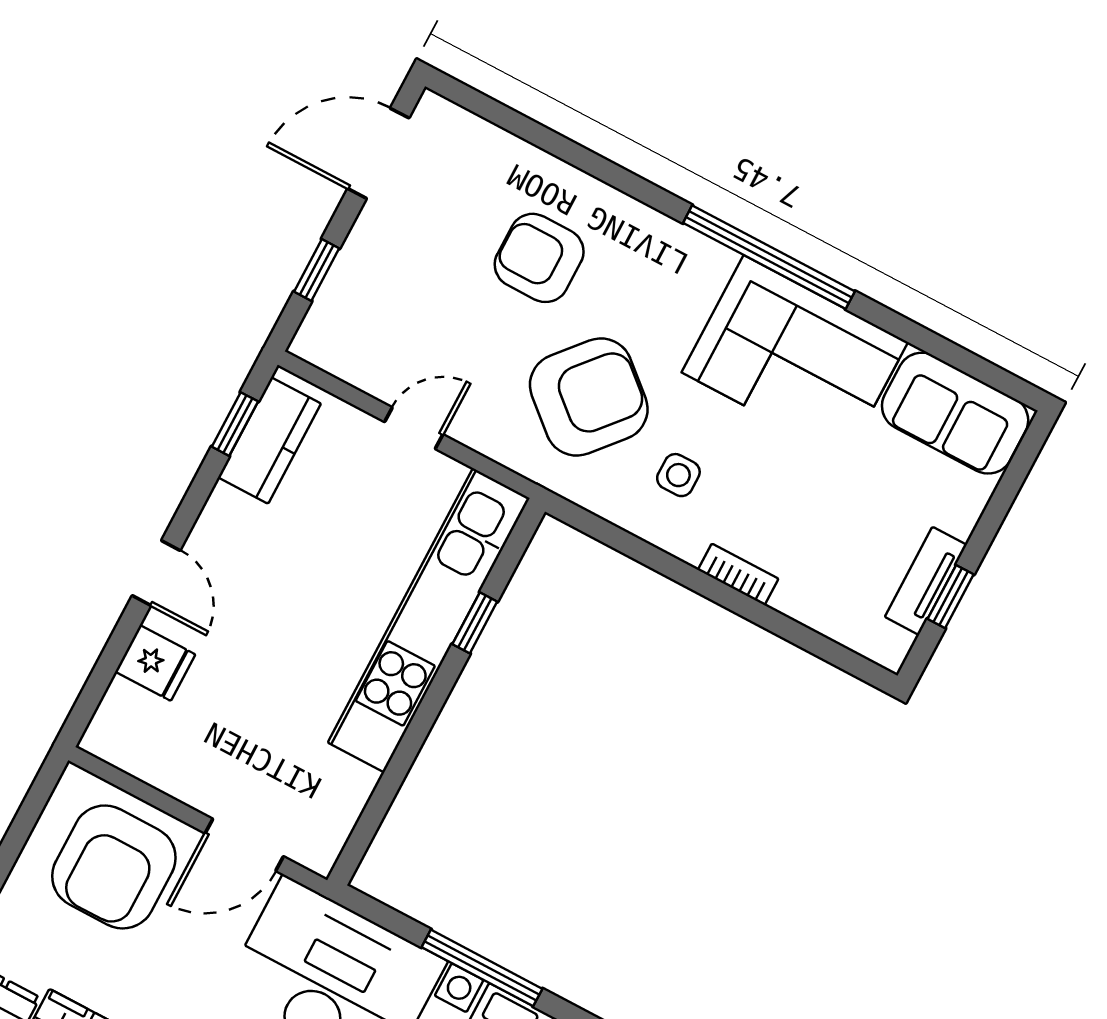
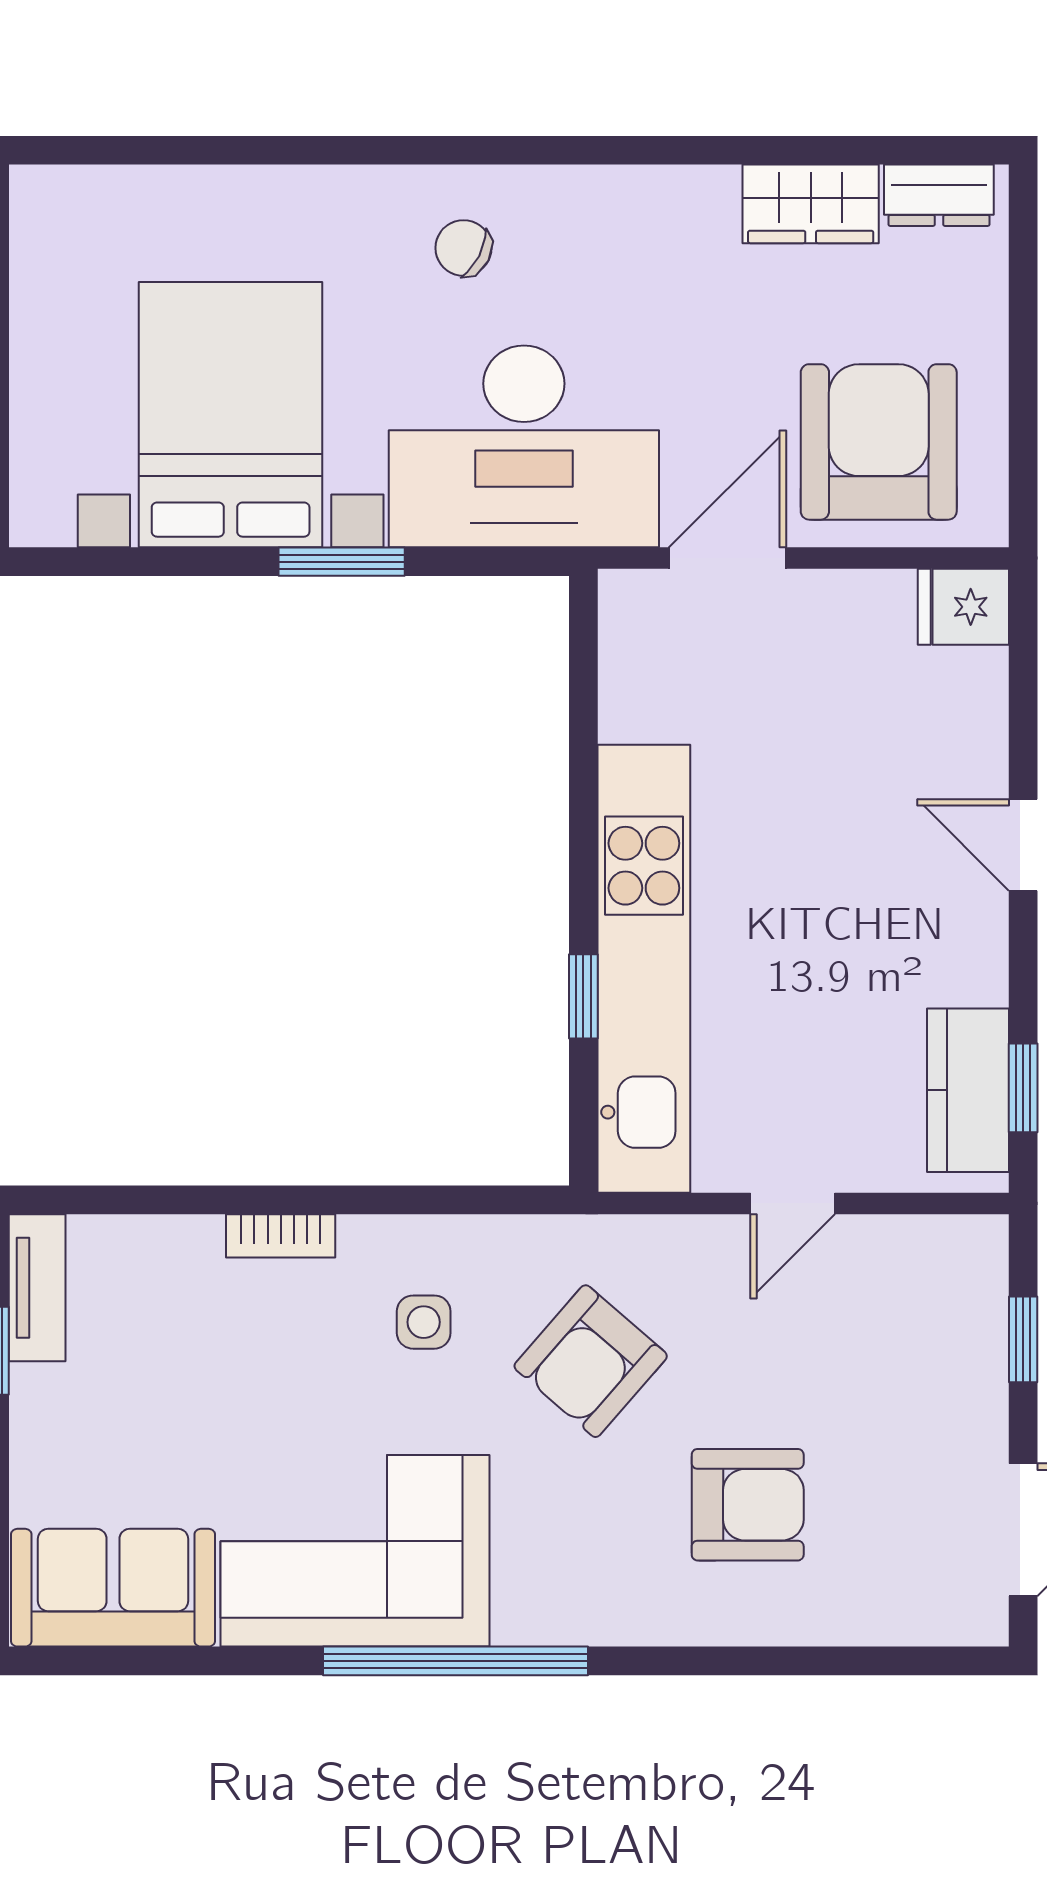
armchair: (589, 397) -> (591, 1361), width x0.73, depth x0.73
tv unit: (926, 581) -> (37, 1288), moved
fridge: (155, 663) -> (963, 607), moved
window: (482, 968) -> (342, 562), width x0.69

